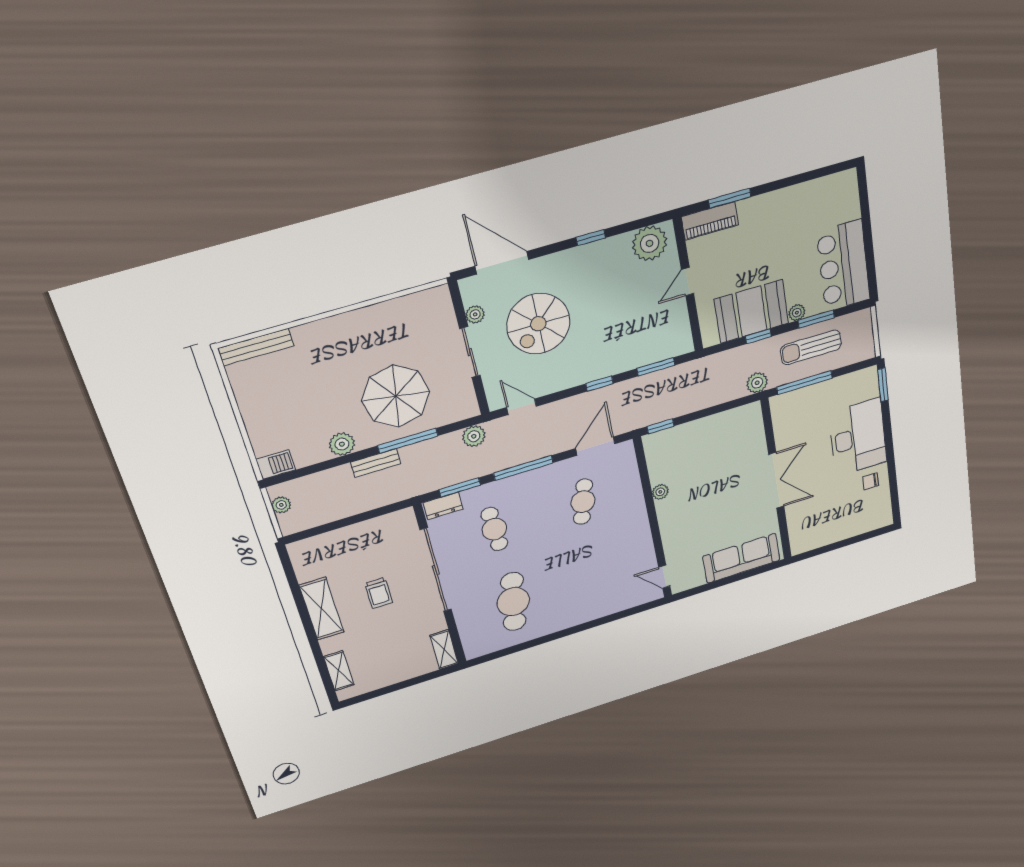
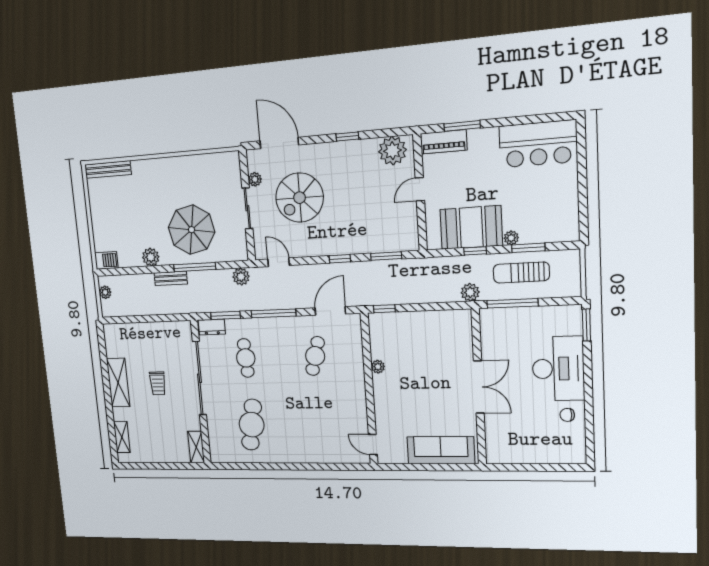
bar counter: (843, 266) -> (538, 144), moved, turned -90

